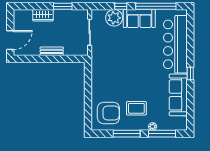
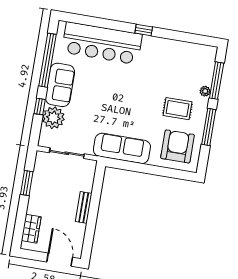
wardrobe: (43, 15) -> (31, 229), moved
sofa: (178, 95) -> (122, 148), moved, turned 180
rug: (136, 108) -> (178, 109), turned 90

